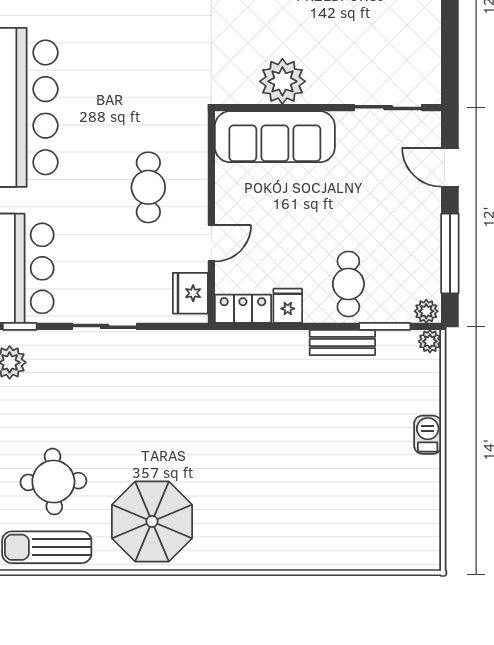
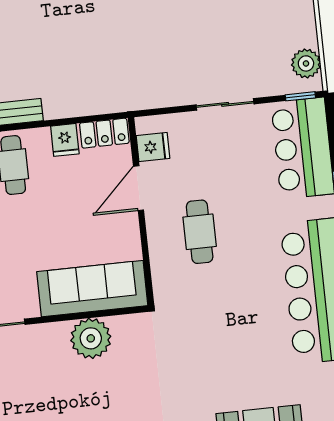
door: (211, 243) -> (139, 188), width x1.38
fridge: (190, 293) -> (153, 147), width x0.72

